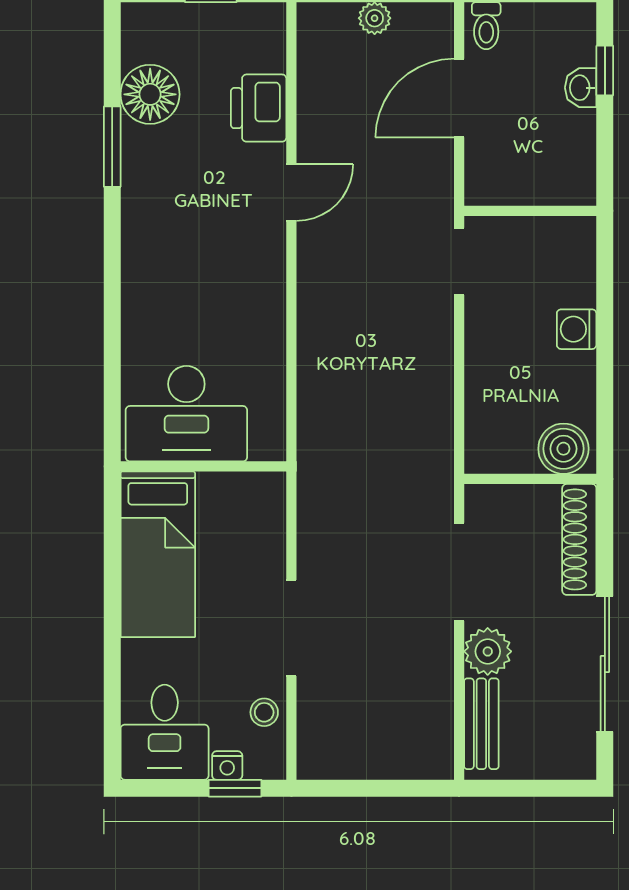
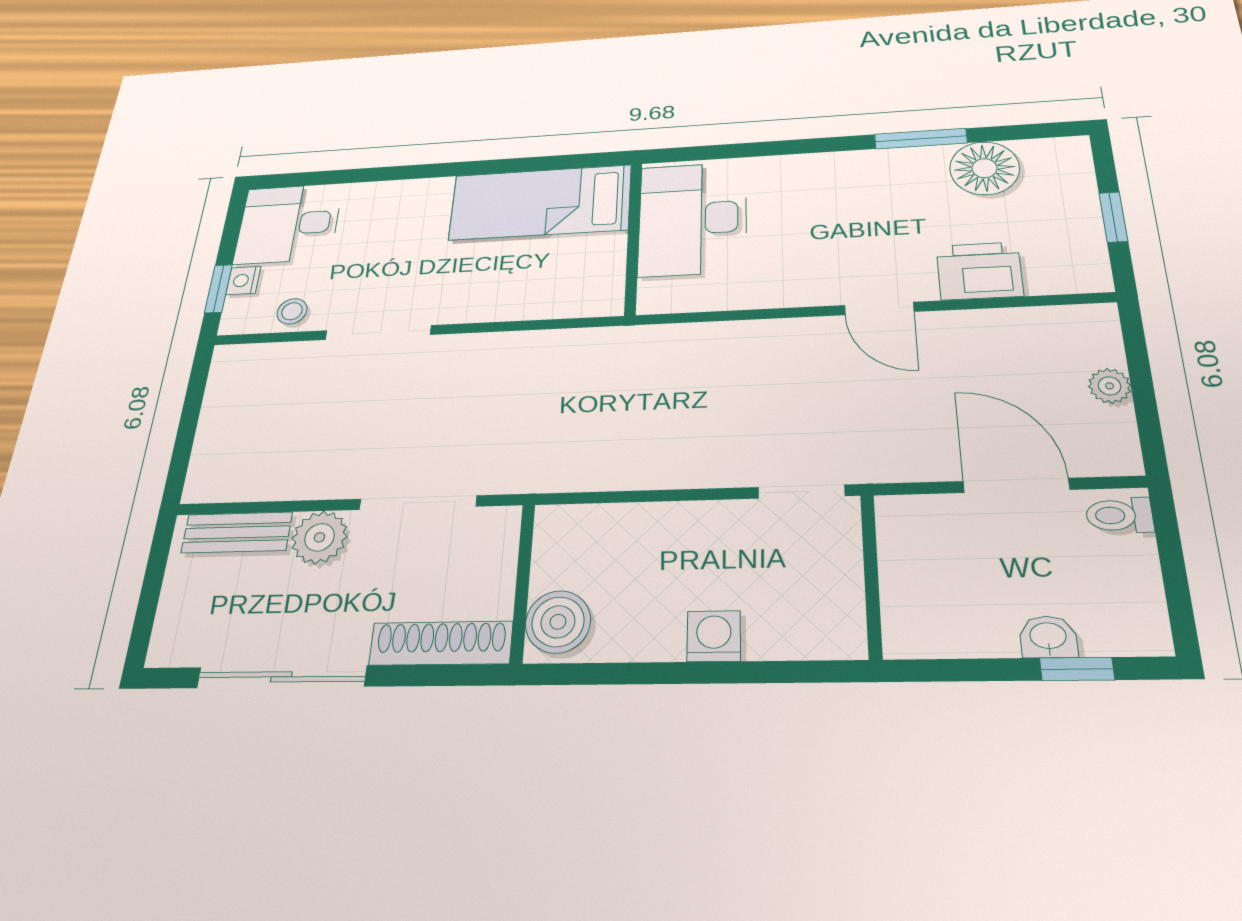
desk: (186, 414) -> (693, 219), moved
wall: (203, 466) -> (633, 237), moved
bed: (158, 554) -> (540, 202), moved

